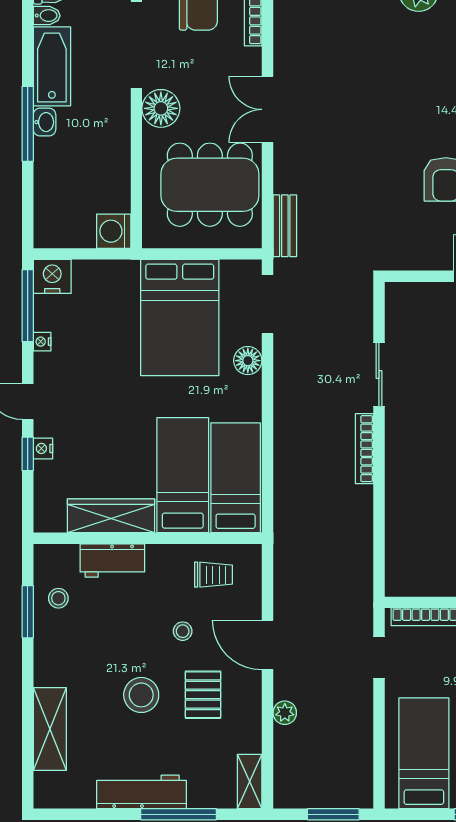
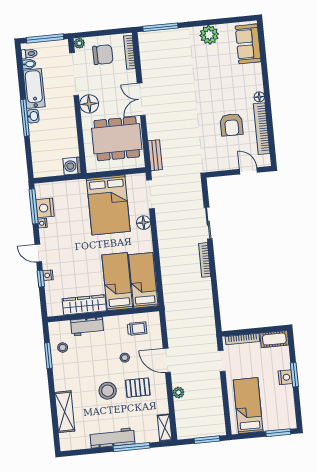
nightstand: (52, 276) -> (45, 208), moved, turned -90
pallet: (203, 695) -> (138, 388), turned 90

